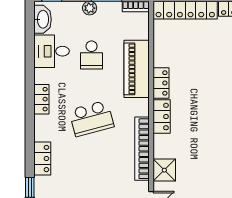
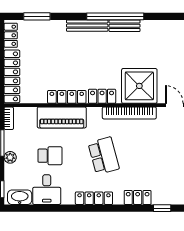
locker: (161, 83) -> (67, 97), width x1.53
locker: (41, 99) -> (94, 198), width x1.53
shower: (164, 170) -> (139, 86), width x1.86, depth x1.86

